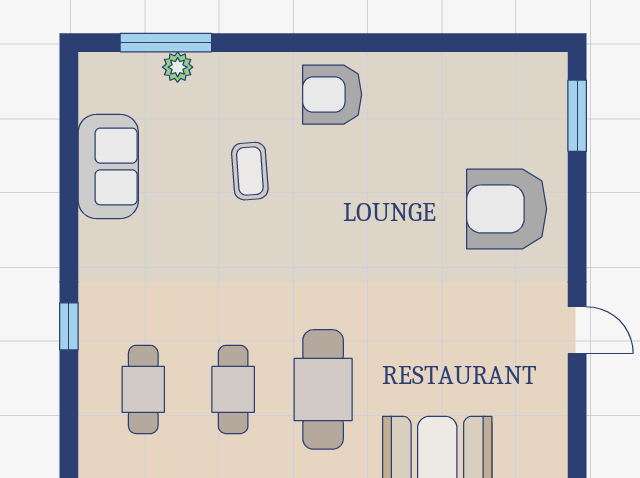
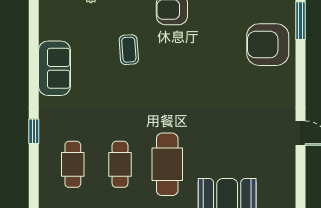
sofa: (108, 166) -> (54, 68), moved
armchair: (507, 209) -> (268, 45), moved

